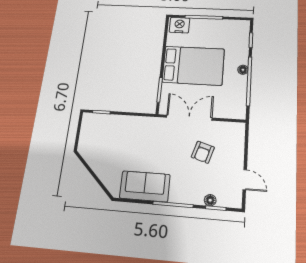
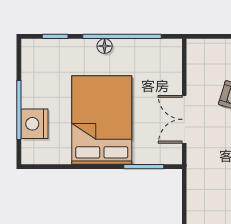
nightstand: (180, 25) -> (34, 124), moved
double door: (189, 118) -> (184, 119), width x0.73

